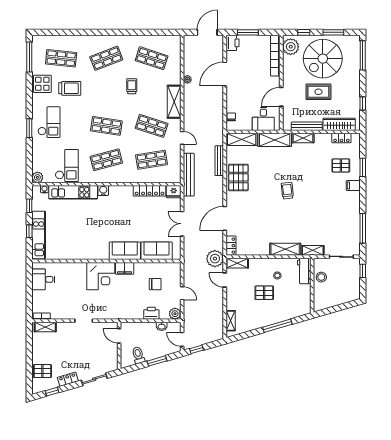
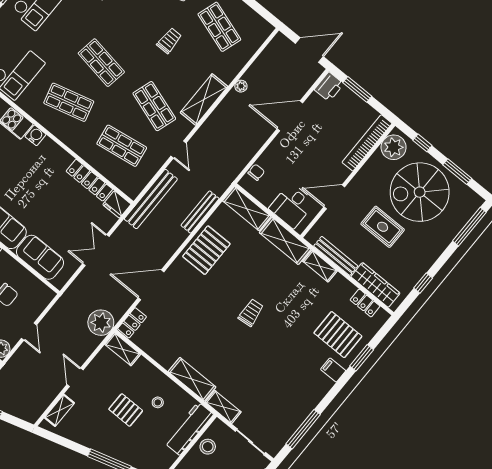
pallet: (341, 165) -> (338, 335), width x1.50, depth x1.42
workbench: (304, 271) -> (189, 429), width x1.38
door: (225, 280) -> (75, 377), moved

